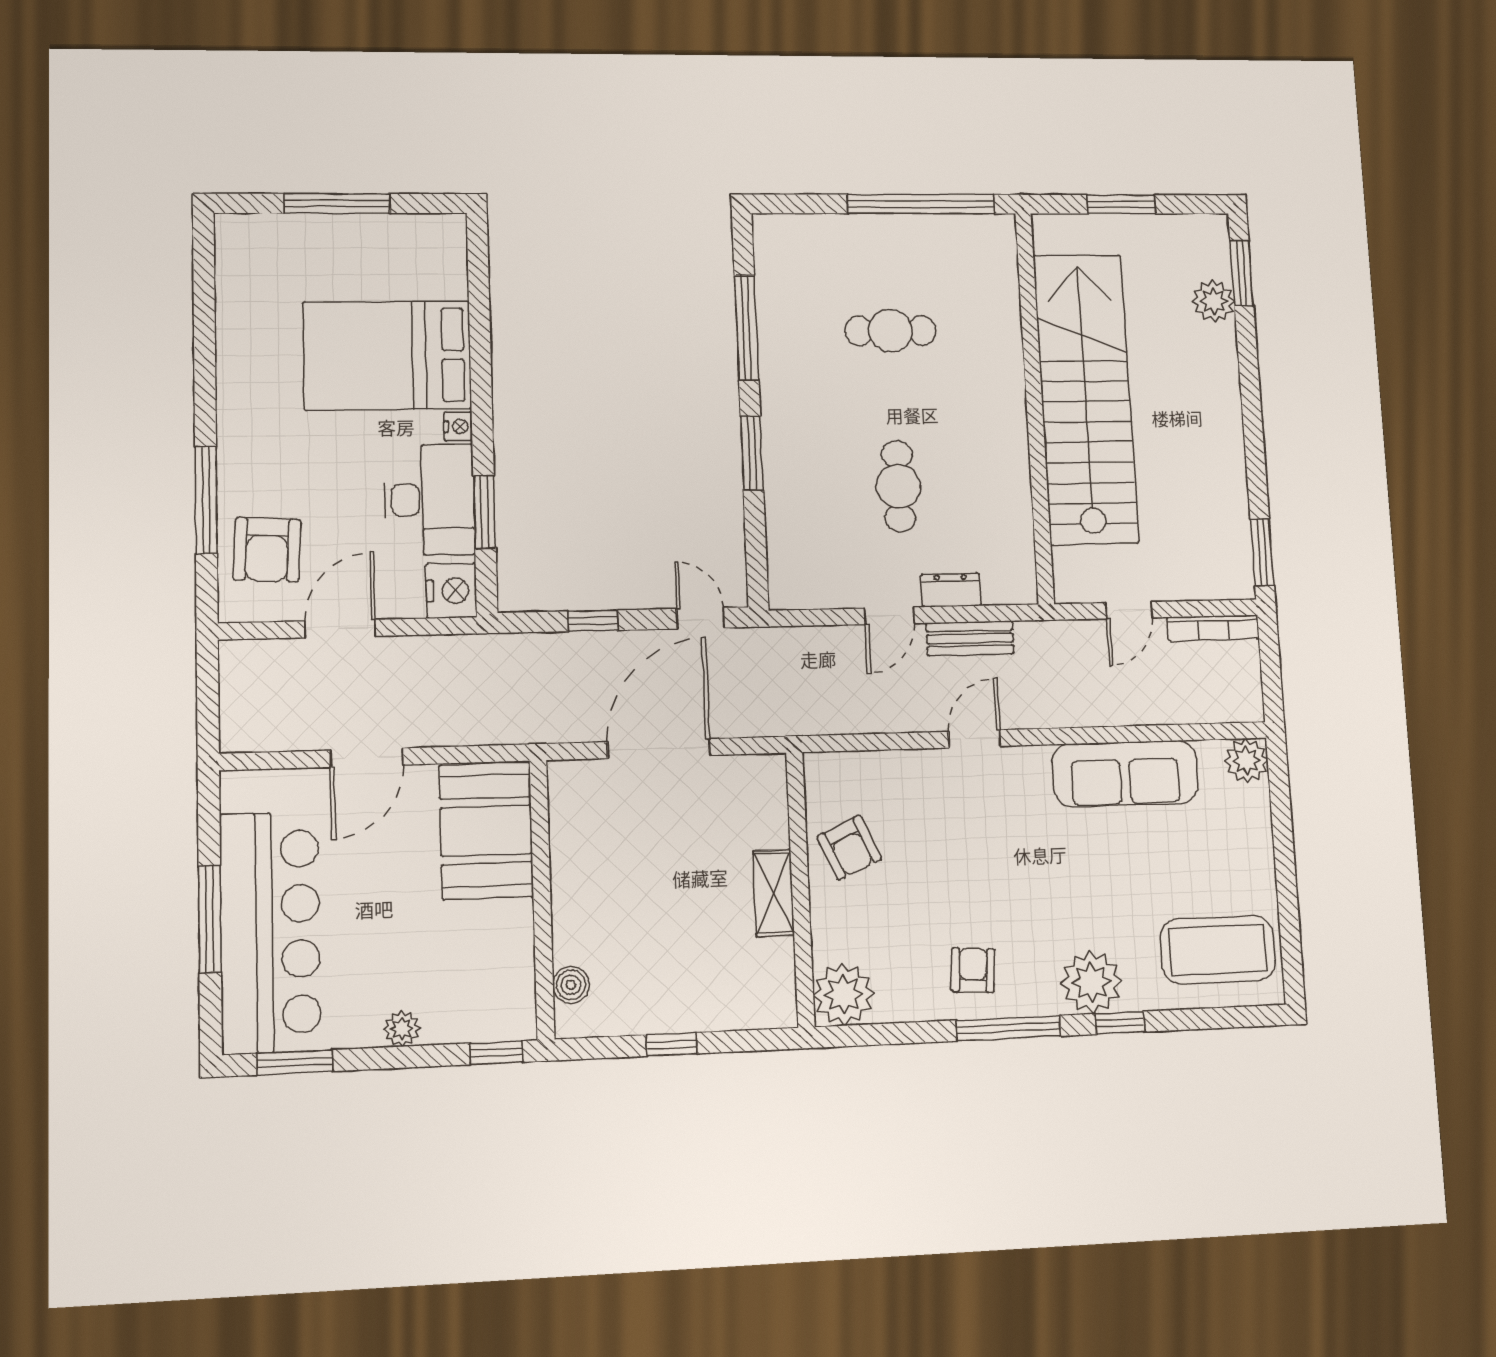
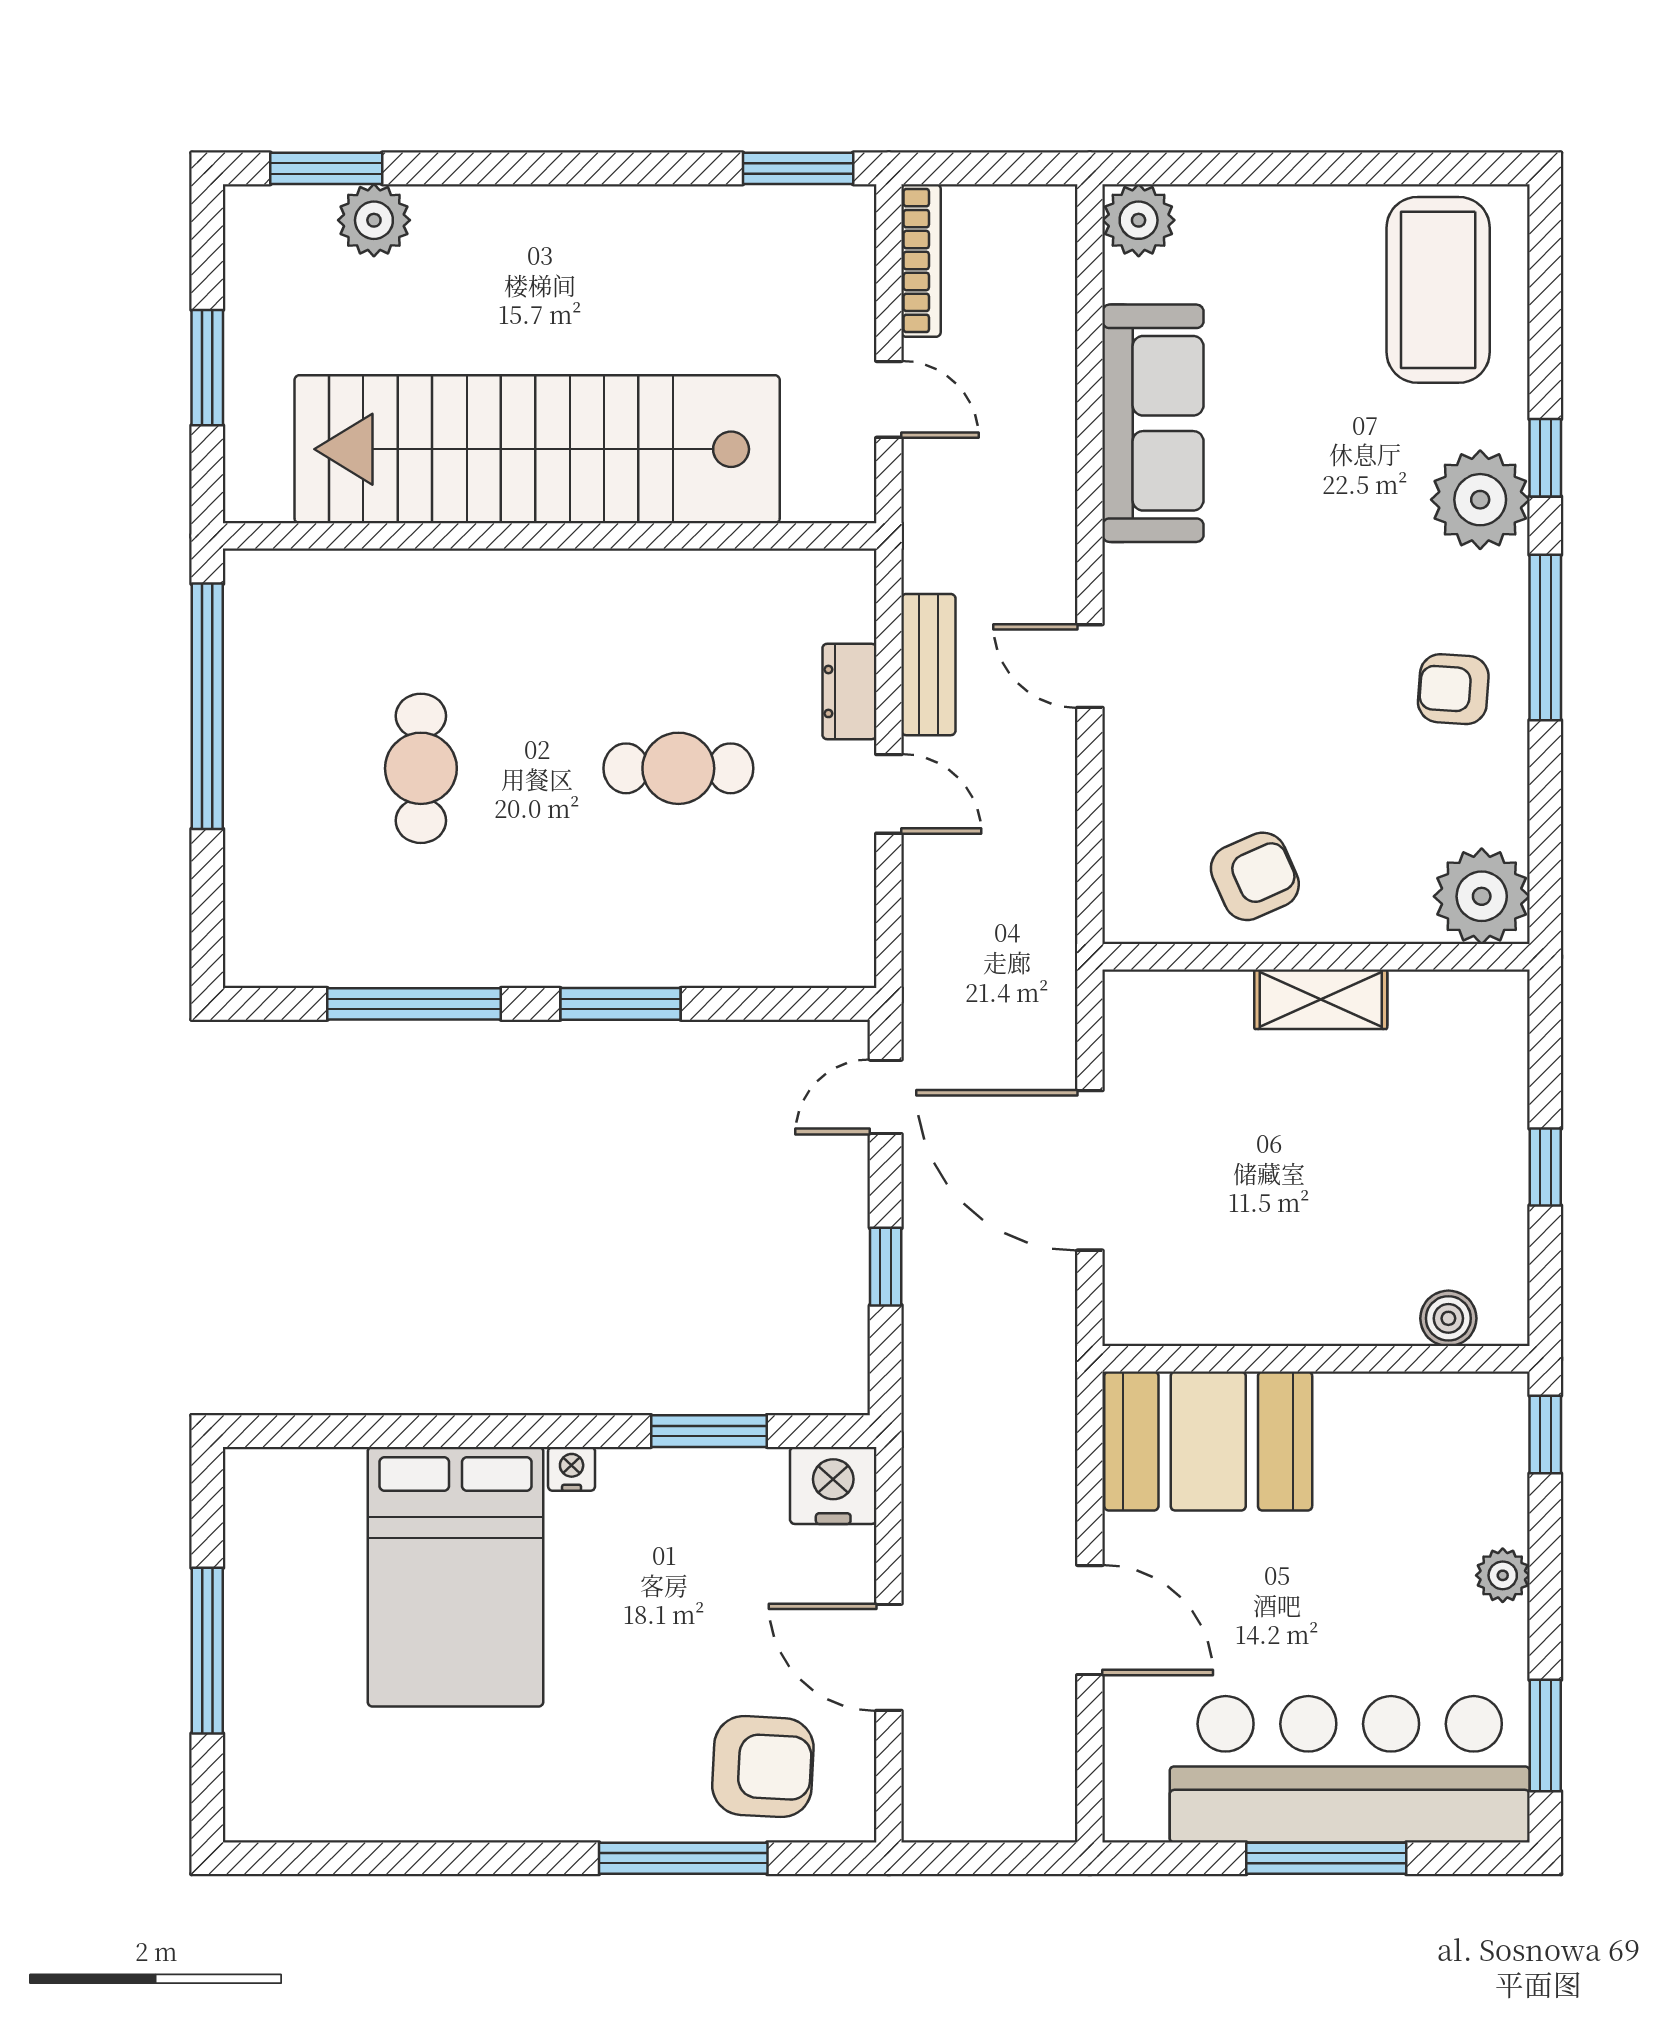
desk: (430, 500) -> (688, 1516), removed

